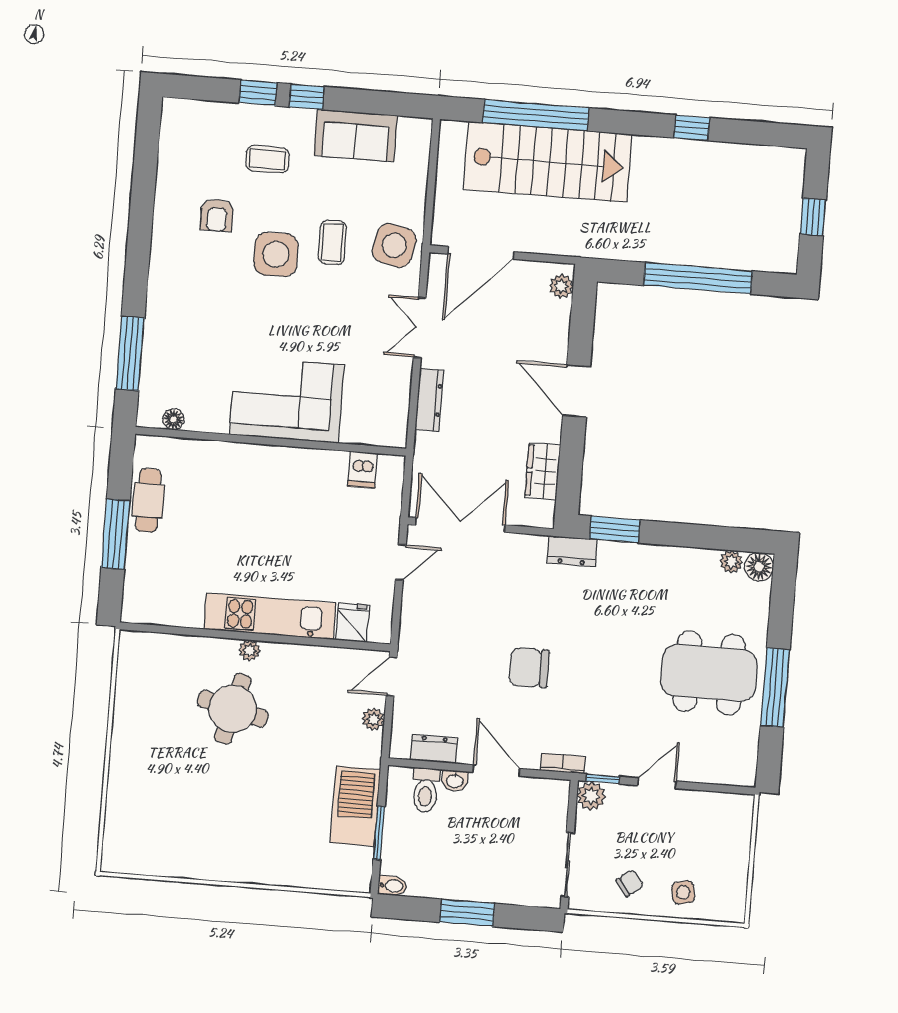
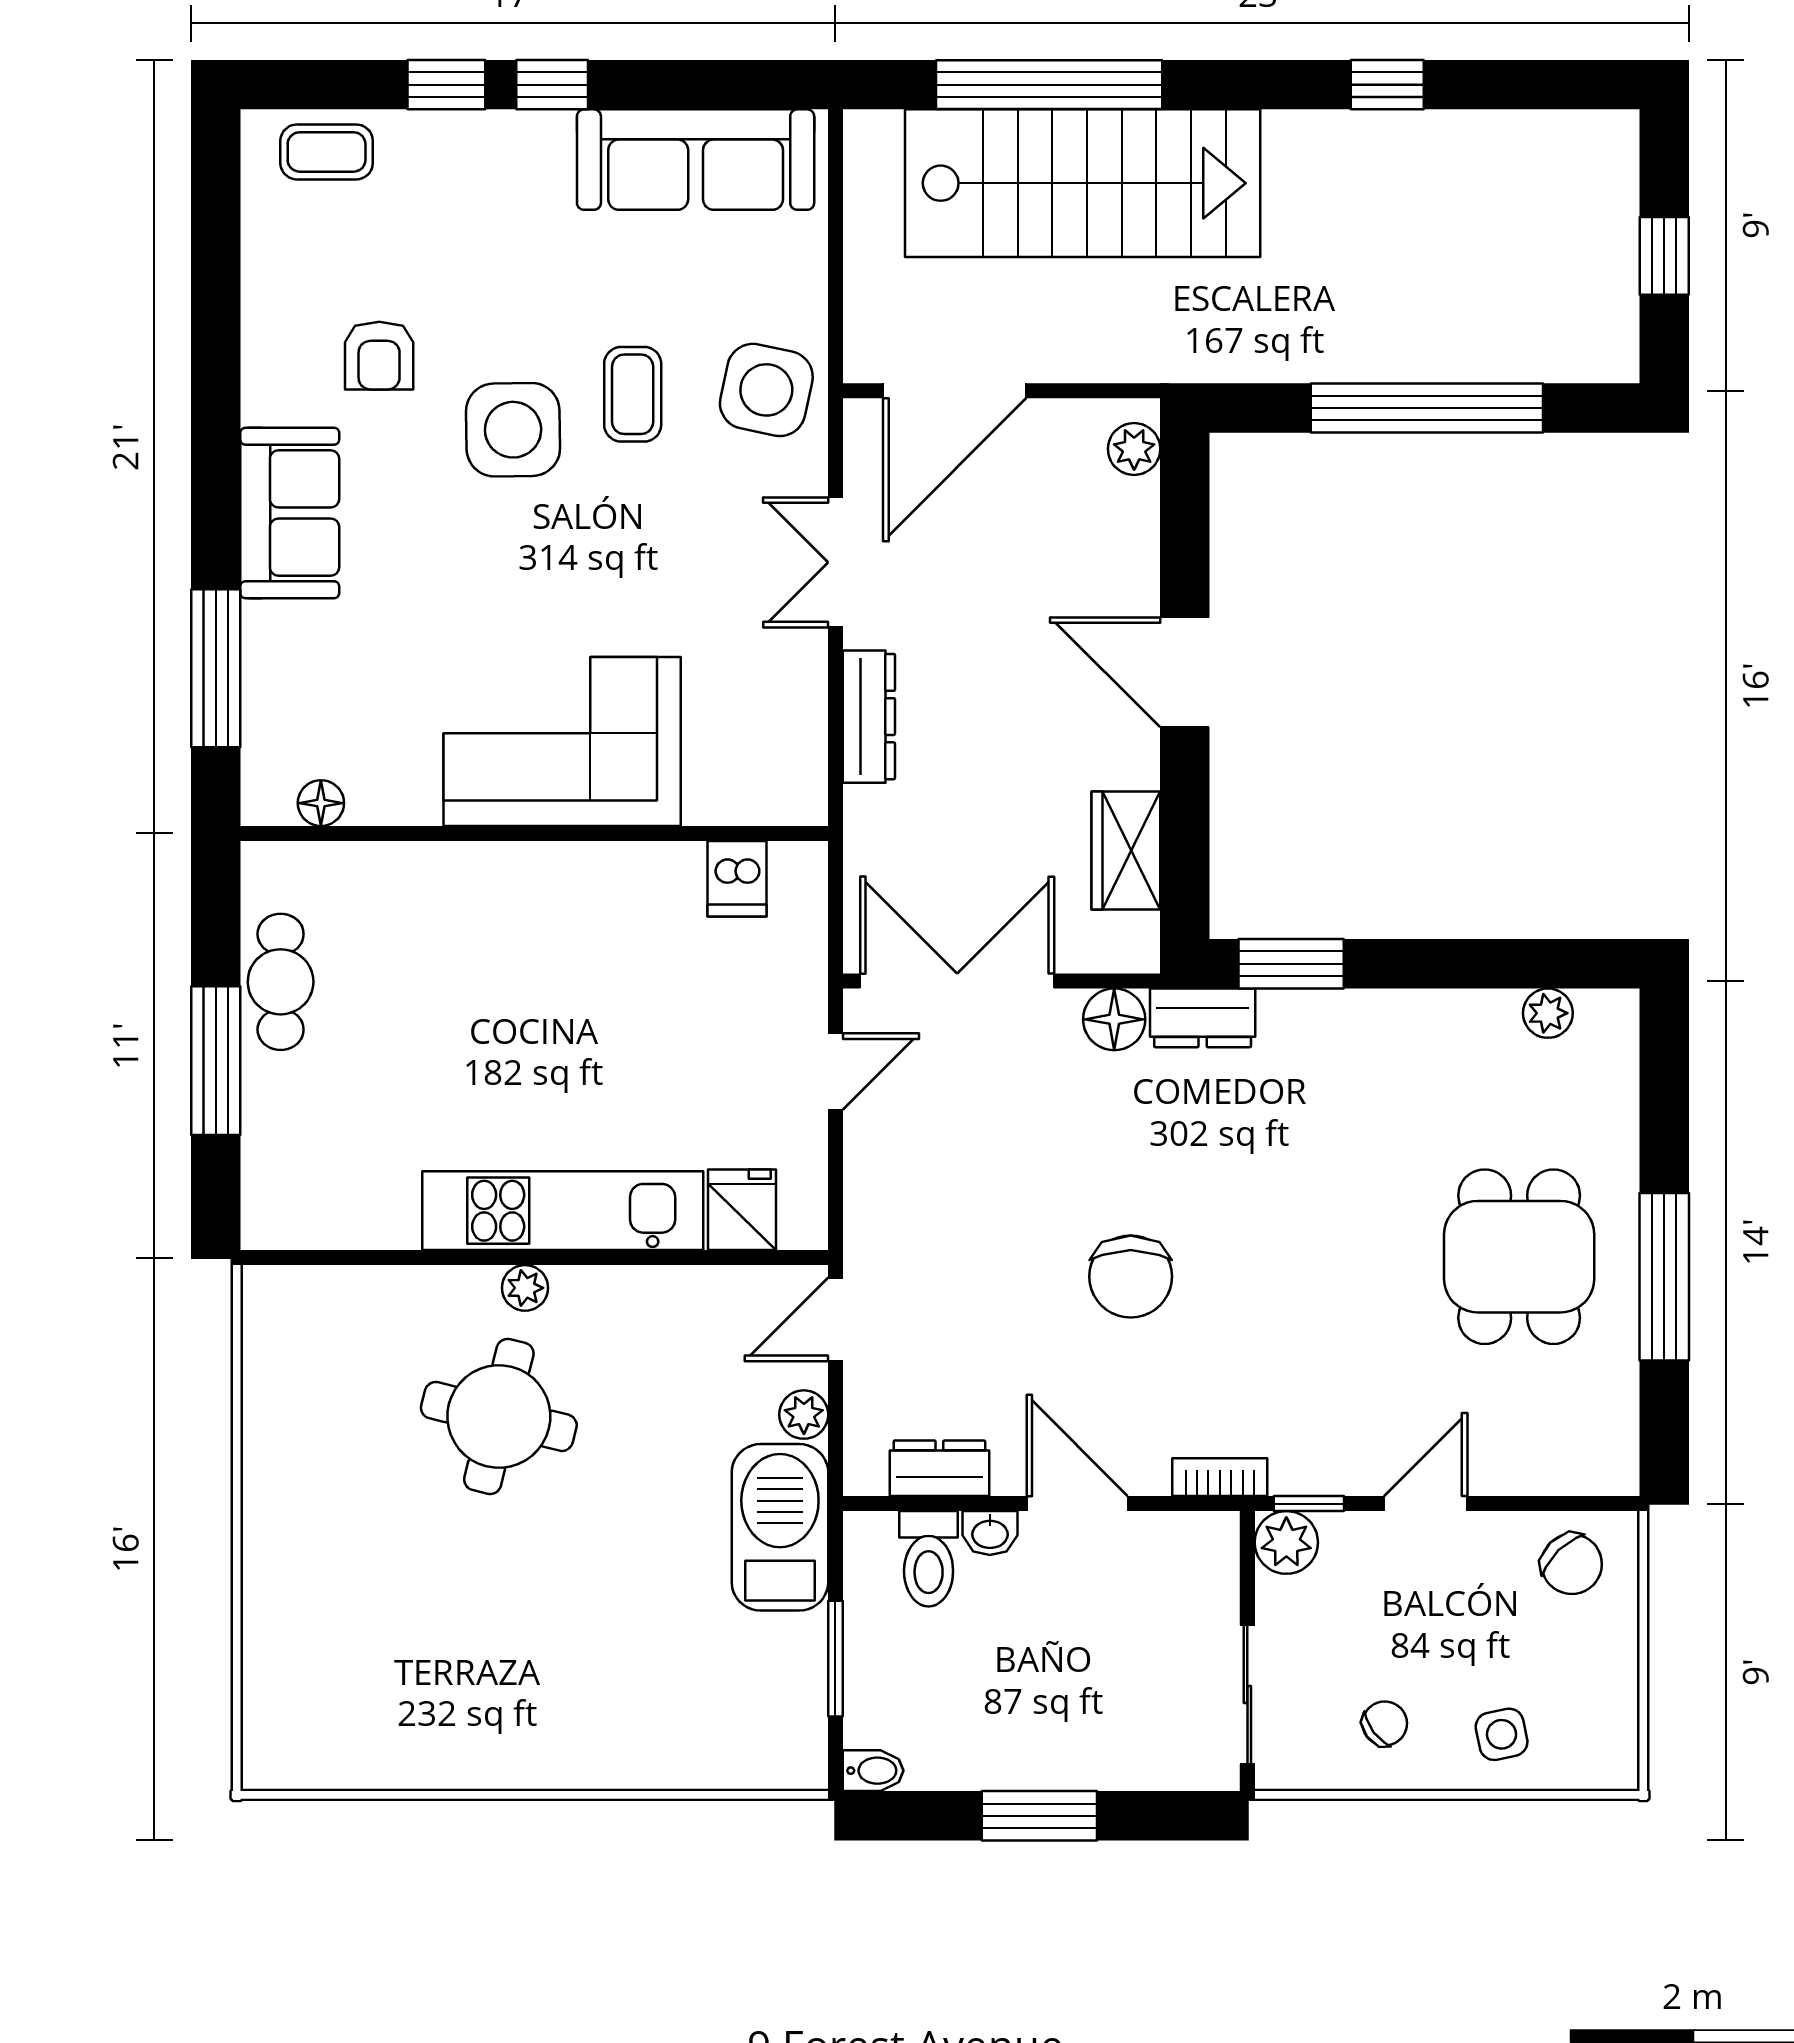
sofa: (356, 135) -> (696, 160), width x1.36
coffee table: (268, 159) -> (327, 152), moved
sofa: (170, 284) -> (290, 513), added
floor lamp: (759, 567) -> (1114, 1019), moved
chair: (529, 668) -> (1131, 1277), turned -90
dining table: (709, 673) -> (1519, 1257), width x0.73
barbecue: (355, 806) -> (780, 1527), moved
chair: (722, 817) -> (1572, 1564), added

